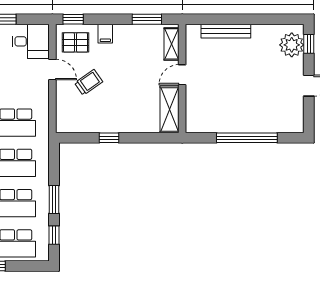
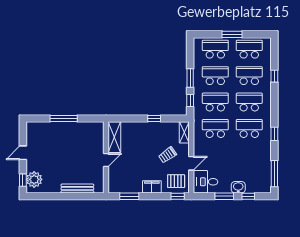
filing cabinet: (105, 34) -> (152, 187), width x2.00
shelving: (172, 44) -> (184, 132), moved
door: (52, 70) -> (191, 163), swing flipped
window: (247, 138) -> (64, 118), width x0.68
window: (54, 235) -> (190, 101), moved

